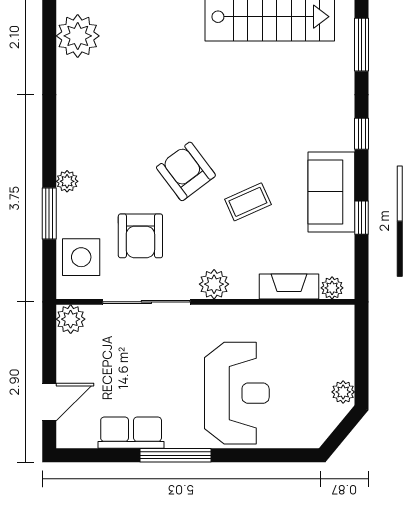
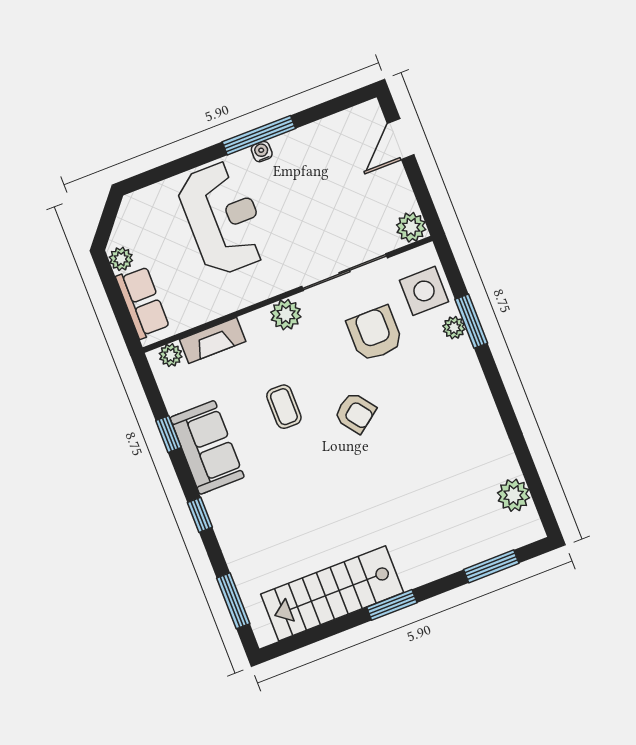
plant: (78, 36) -> (514, 495), width x0.73, depth x0.73
armchair: (186, 171) -> (355, 413), width x0.72, depth x0.72
plant: (67, 181) -> (454, 328), moved
coffee table: (248, 202) -> (284, 407), turned -66
reception desk: (237, 393) -> (223, 218), turned 180
row of seats: (131, 433) -> (143, 302), moved, turned -90
water cooler: (179, 440) -> (262, 152), added

